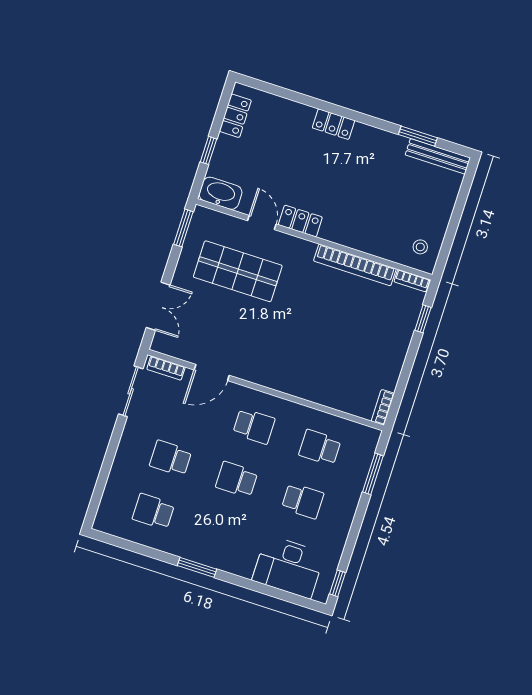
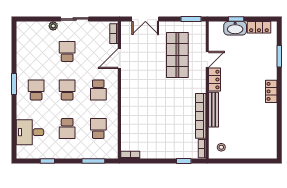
locker: (333, 124) -> (271, 91), moved
window: (418, 136) -> (279, 56), moved
bench: (438, 156) -> (214, 110), moved
washbasin: (221, 193) -> (235, 28), moved, turned 90
door: (212, 373) -> (119, 59), hinge flipped
sliding door: (131, 391) -> (75, 19), moved
plant: (119, 468) -> (53, 26), added
school desk: (153, 512) -> (36, 90), moved
desk: (288, 567) -> (30, 132), width x0.73
window: (337, 583) -> (47, 161), moved

